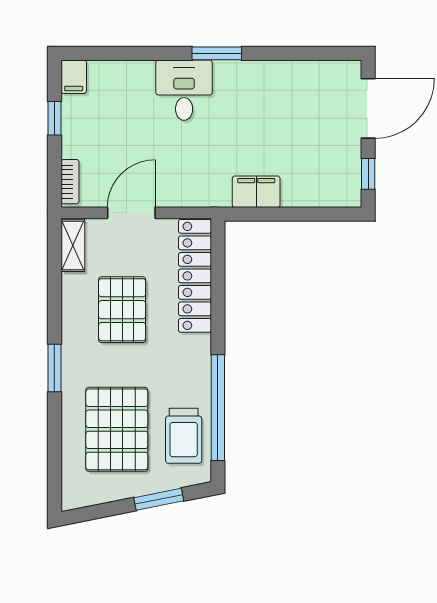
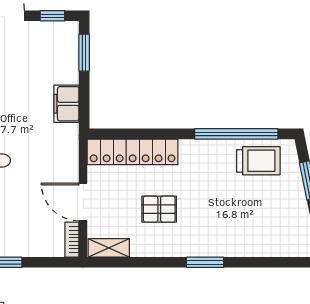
bookcase: (70, 182) -> (72, 240), moved, turned -90
window: (321, 214) -> (84, 53), added
pallet: (122, 310) -> (159, 209), width x0.67, depth x0.71
pallet: (117, 429) -> (253, 213), removed

